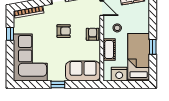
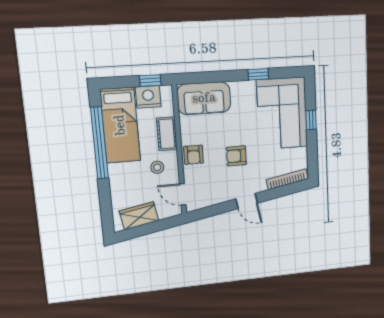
window: (10, 34) -> (311, 120), moved
window: (153, 47) -> (99, 143), width x3.17
window: (58, 84) -> (258, 74), moved
window: (117, 84) -> (150, 81), added

